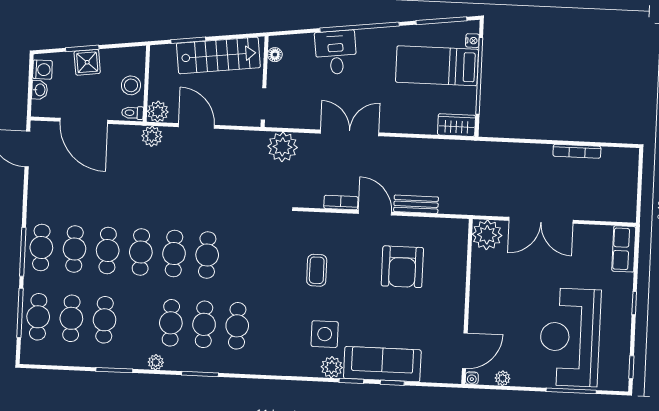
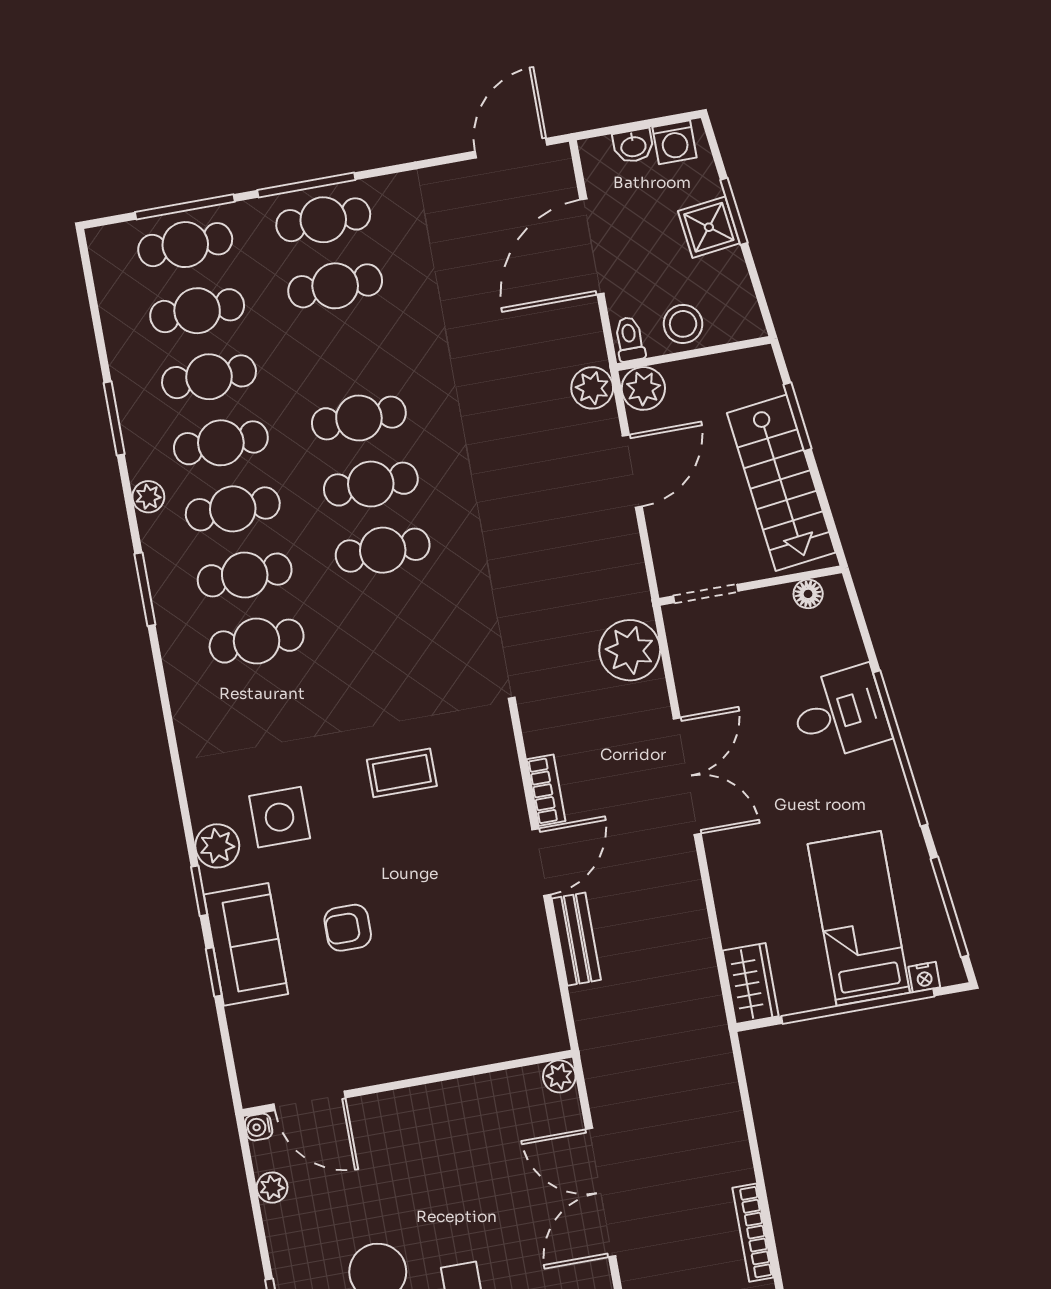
plant: (487, 235) -> (559, 1076), width x0.53, depth x0.53
cafe table: (108, 251) -> (221, 443), moved
armchair: (402, 267) -> (348, 928), moved, width x0.53, depth x0.53
sofa: (382, 364) -> (246, 944), width x0.73

